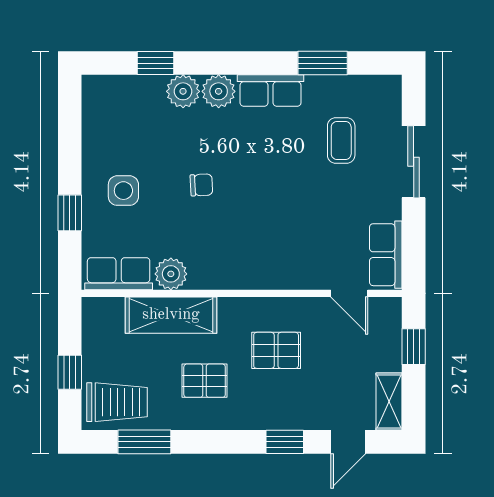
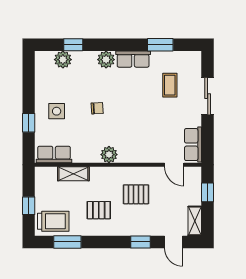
plant: (183, 91) -> (63, 60), moved
plant: (171, 274) -> (109, 155), moved
shelving: (171, 315) -> (73, 174), width x0.67, depth x0.75
door: (348, 442) -> (174, 242), hinge flipped

